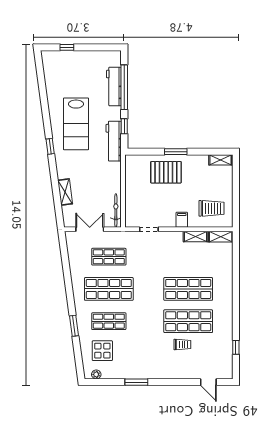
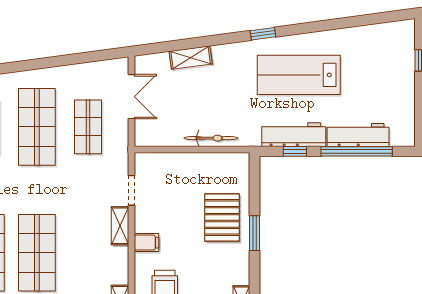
workbench: (114, 141) -> (294, 135), moved
bicycle: (116, 211) -> (211, 138), moved
shelving: (196, 237) -> (120, 226), moved

